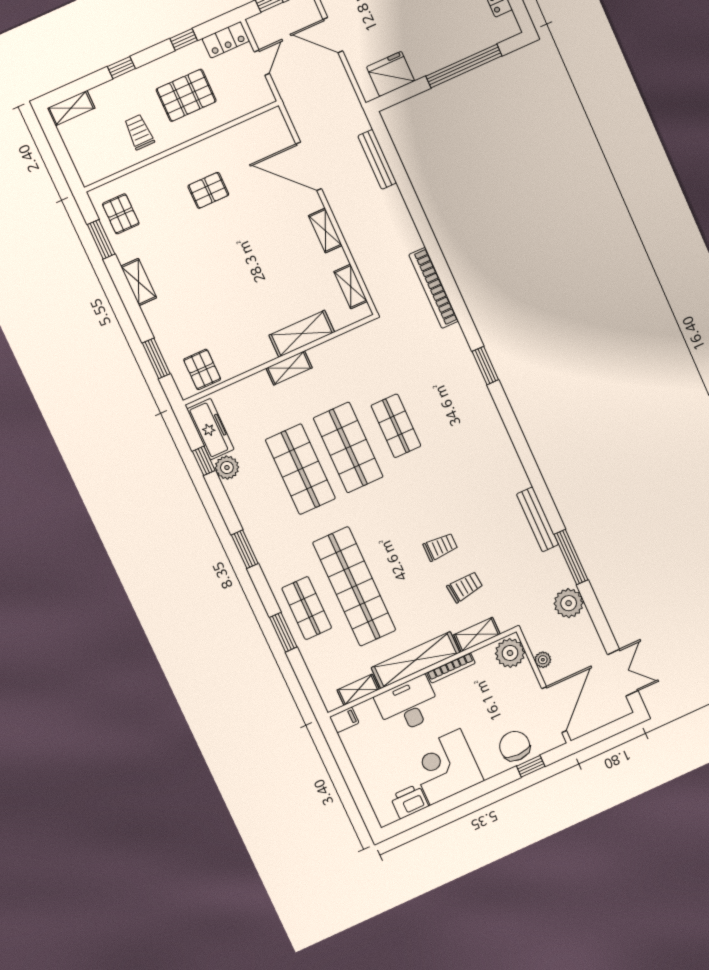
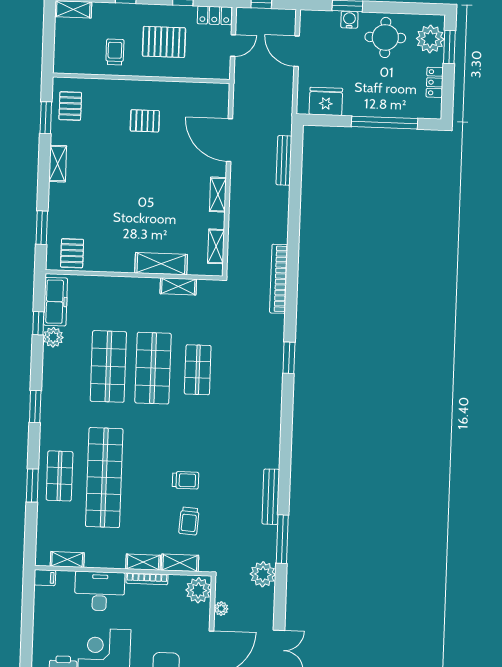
shelving: (289, 368) -> (178, 286), moved
trolley: (465, 587) -> (189, 521), turned 100
shelving: (416, 660) -> (143, 562), width x0.45, depth x0.75

